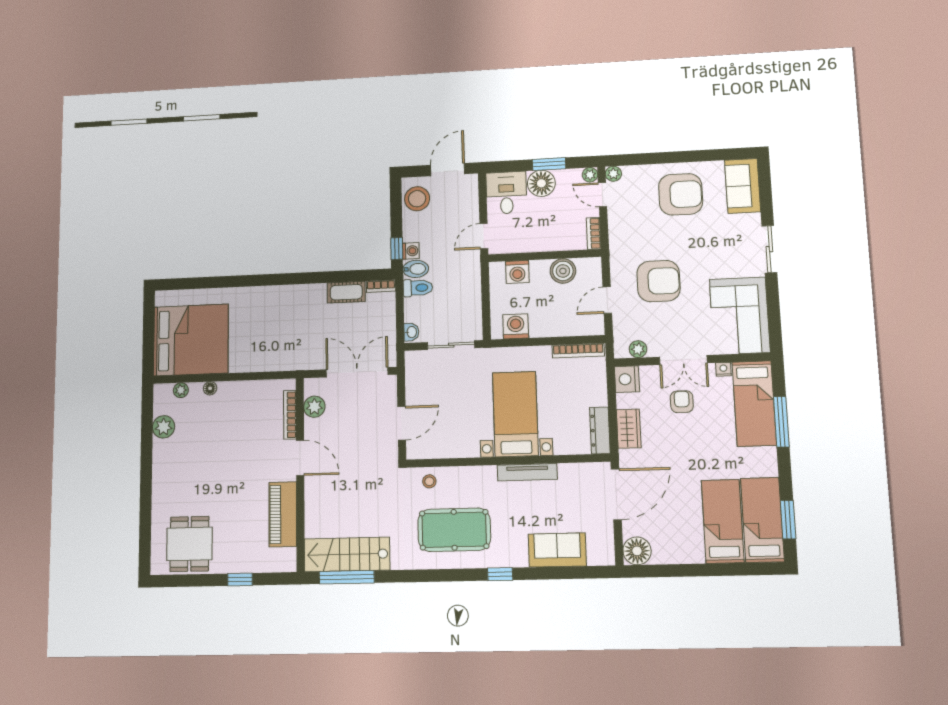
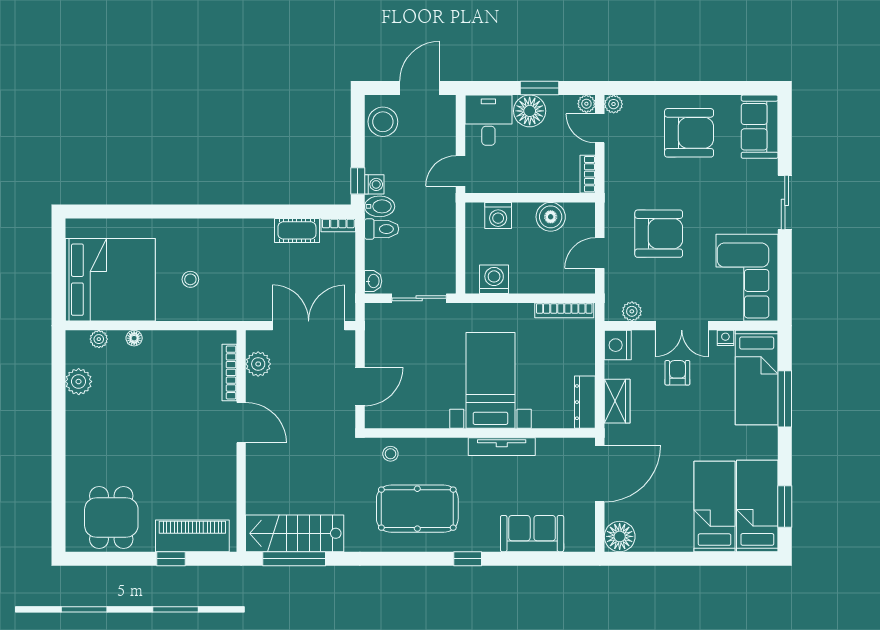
stool: (257, 337) -> (190, 279), added
piano: (283, 514) -> (192, 536), moved, turned 90

